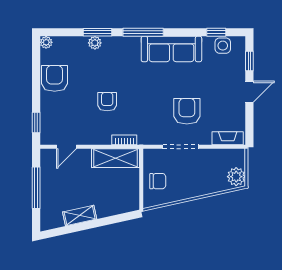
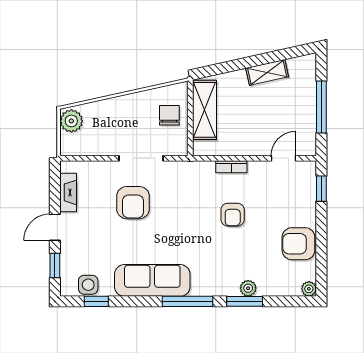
armchair: (55, 78) -> (298, 244), turned 90
fireplace: (228, 138) -> (68, 192), moved, turned -90
bookcase: (124, 140) -> (231, 167), moved
shelving: (115, 158) -> (204, 110), moved, turned 90
chair: (158, 181) -> (169, 115), turned 90

